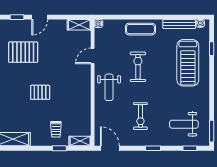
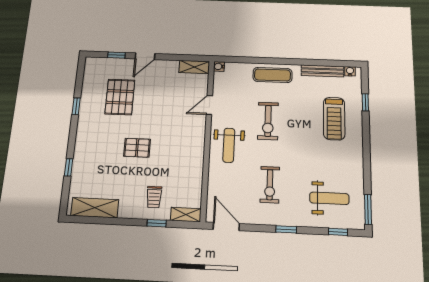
pallet: (23, 52) -> (120, 97), turned 90
treadmill: (188, 63) -> (334, 119), width x0.73, depth x0.73
exercise bike: (138, 67) -> (268, 121), turned 180
weight bench: (184, 124) -> (329, 198), turned 180

